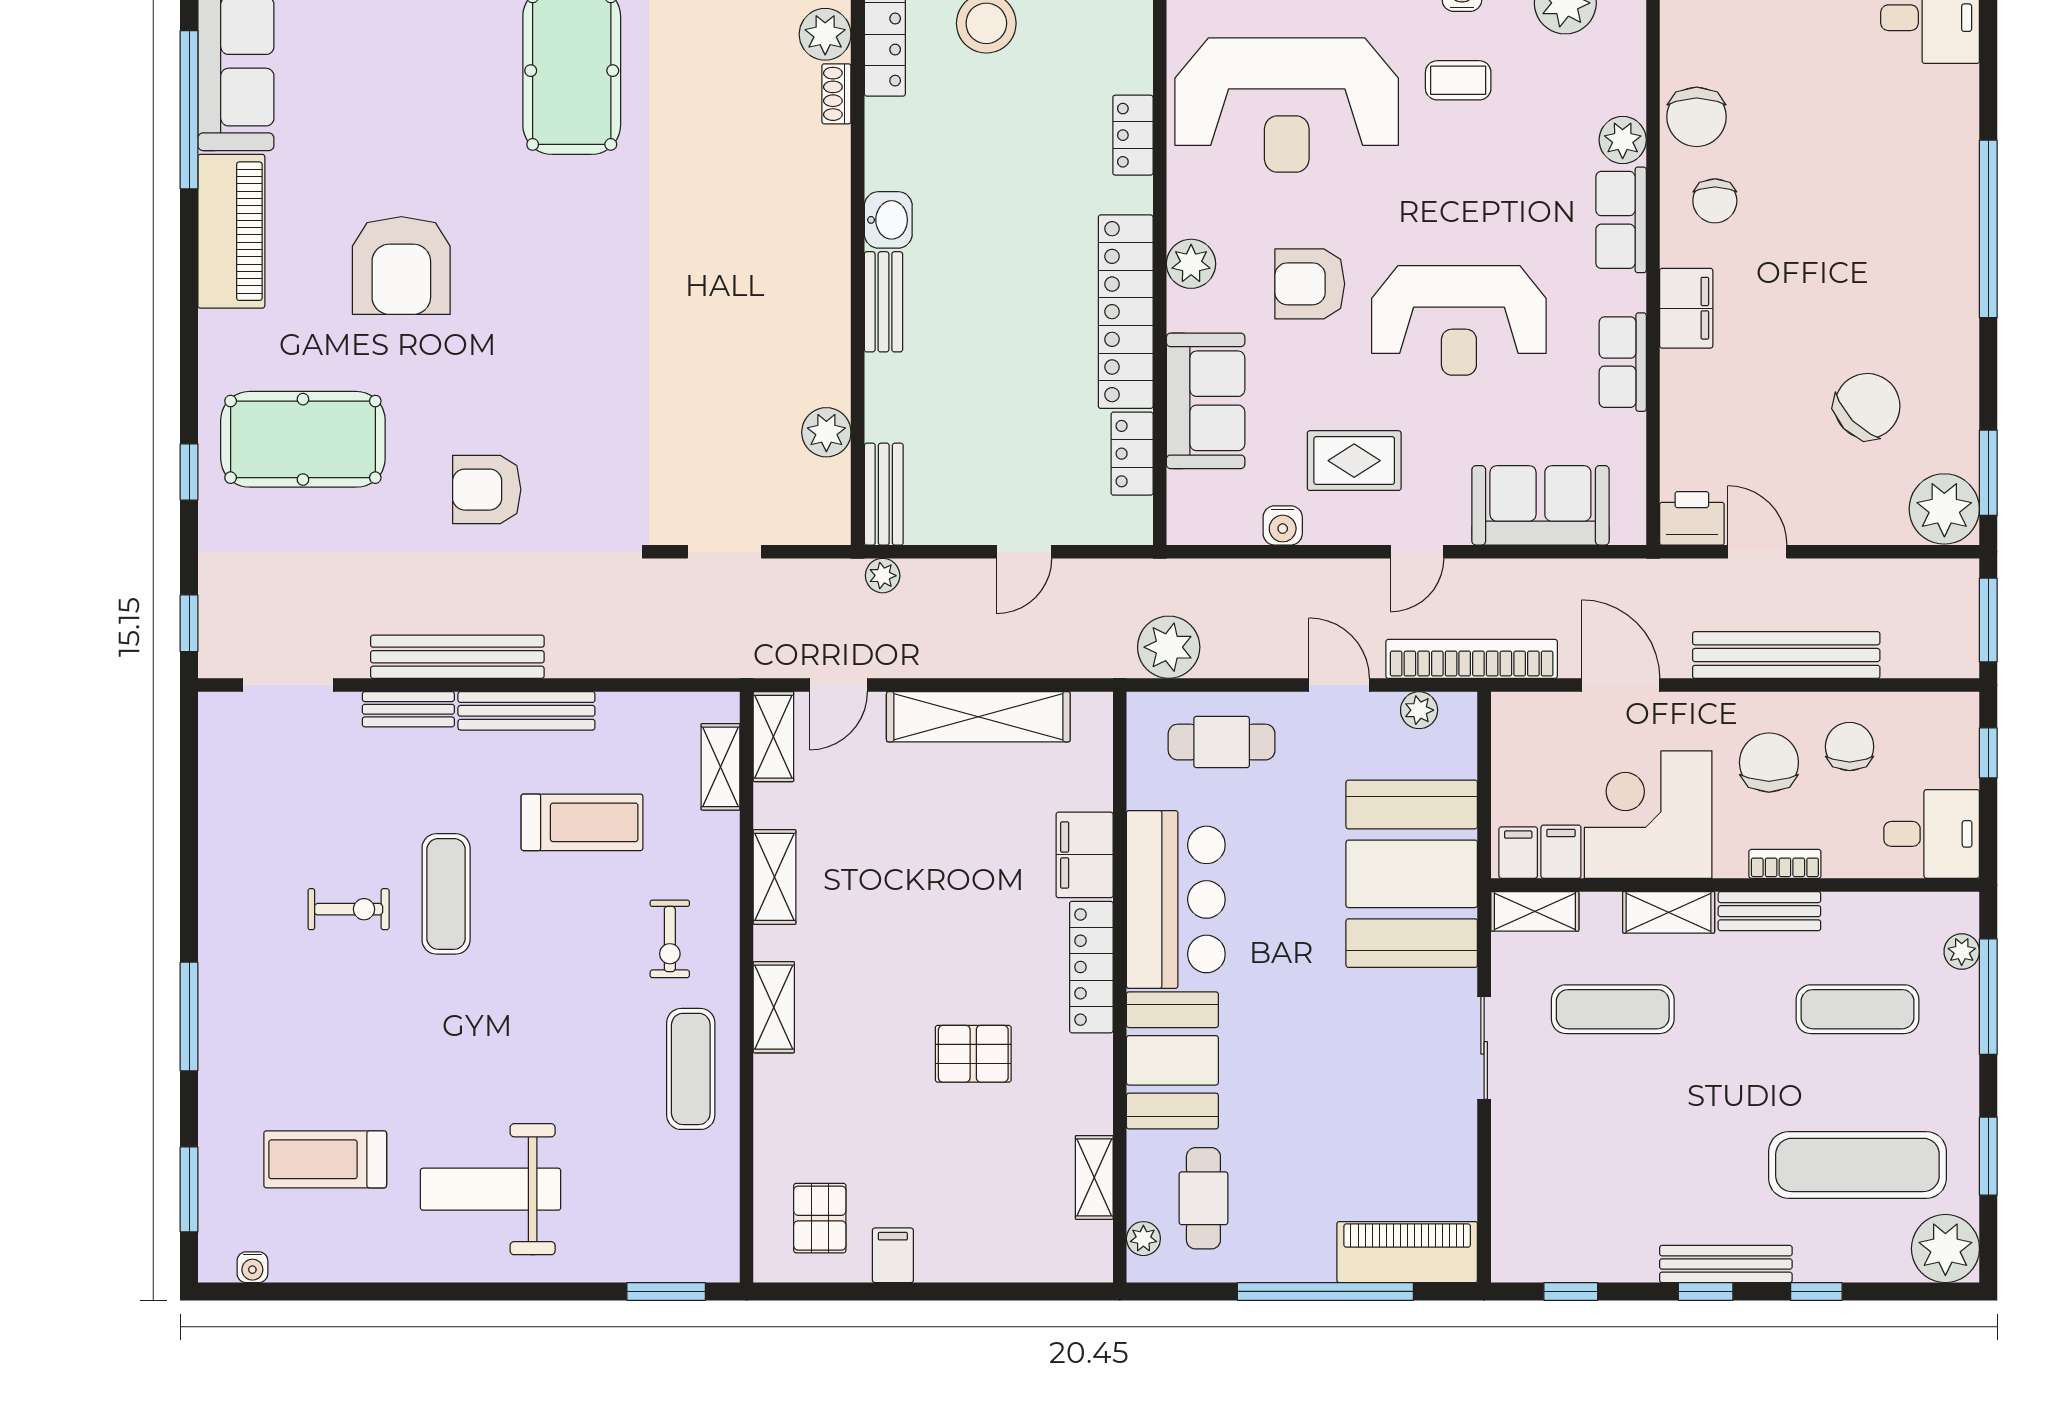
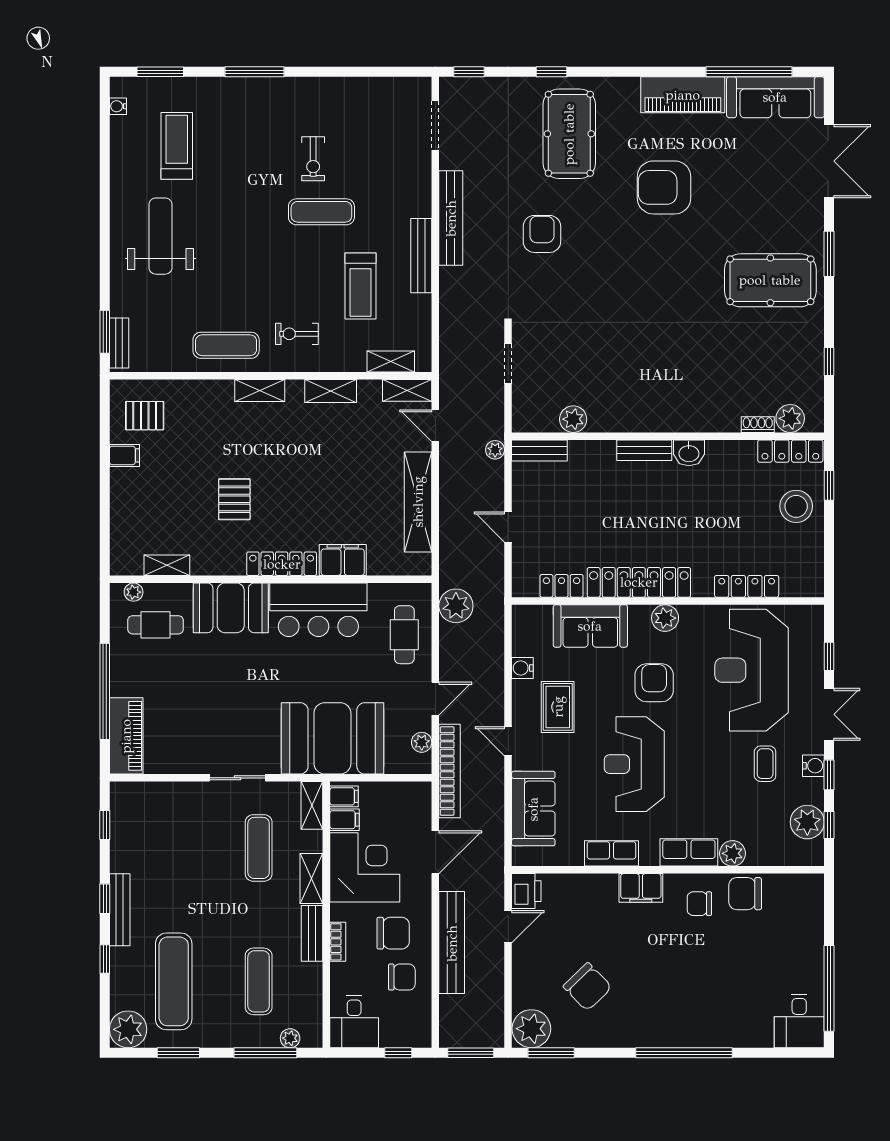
locker: (1133, 135) -> (747, 586), width x1.53
bench: (408, 709) -> (119, 343), moved

